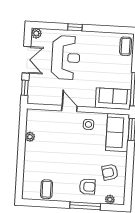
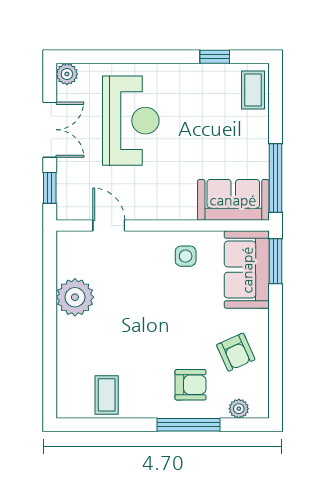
window: (75, 27) -> (215, 57), moved
door: (69, 109) -> (109, 226), moved
plant: (30, 137) -> (75, 297), width x1.87, depth x1.87
armchair: (110, 172) -> (236, 352), turned -99

